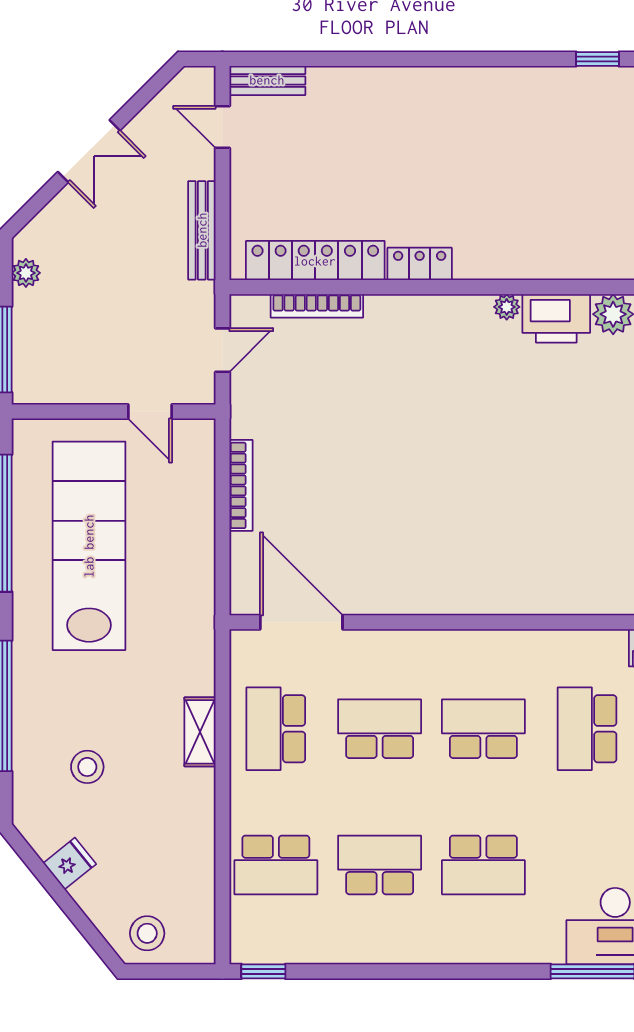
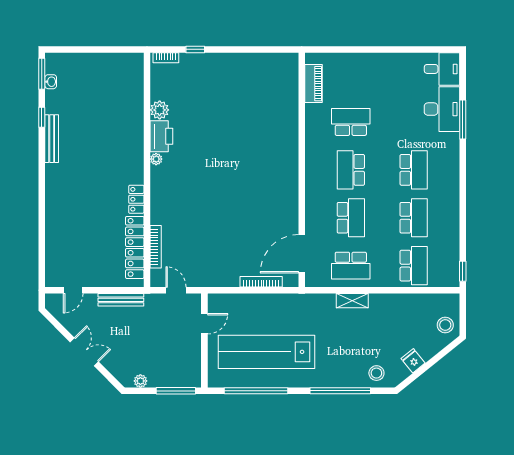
bench: (267, 80) -> (52, 139), moved, width x1.36
bookcase: (241, 485) -> (261, 282), moved
school desk: (380, 729) -> (351, 218), turned 180
school desk: (587, 729) -> (351, 122), turned 180
stool: (87, 767) -> (376, 373), moved
school desk: (380, 865) -> (414, 218), turned 180

